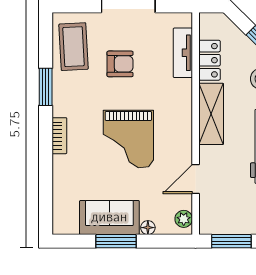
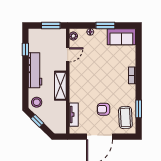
locker: (209, 60) -> (61, 111), removed
window: (46, 87) -> (139, 109), moved
grand piano: (128, 139) -> (99, 74), removed
sofa: (109, 217) -> (121, 37), moved

